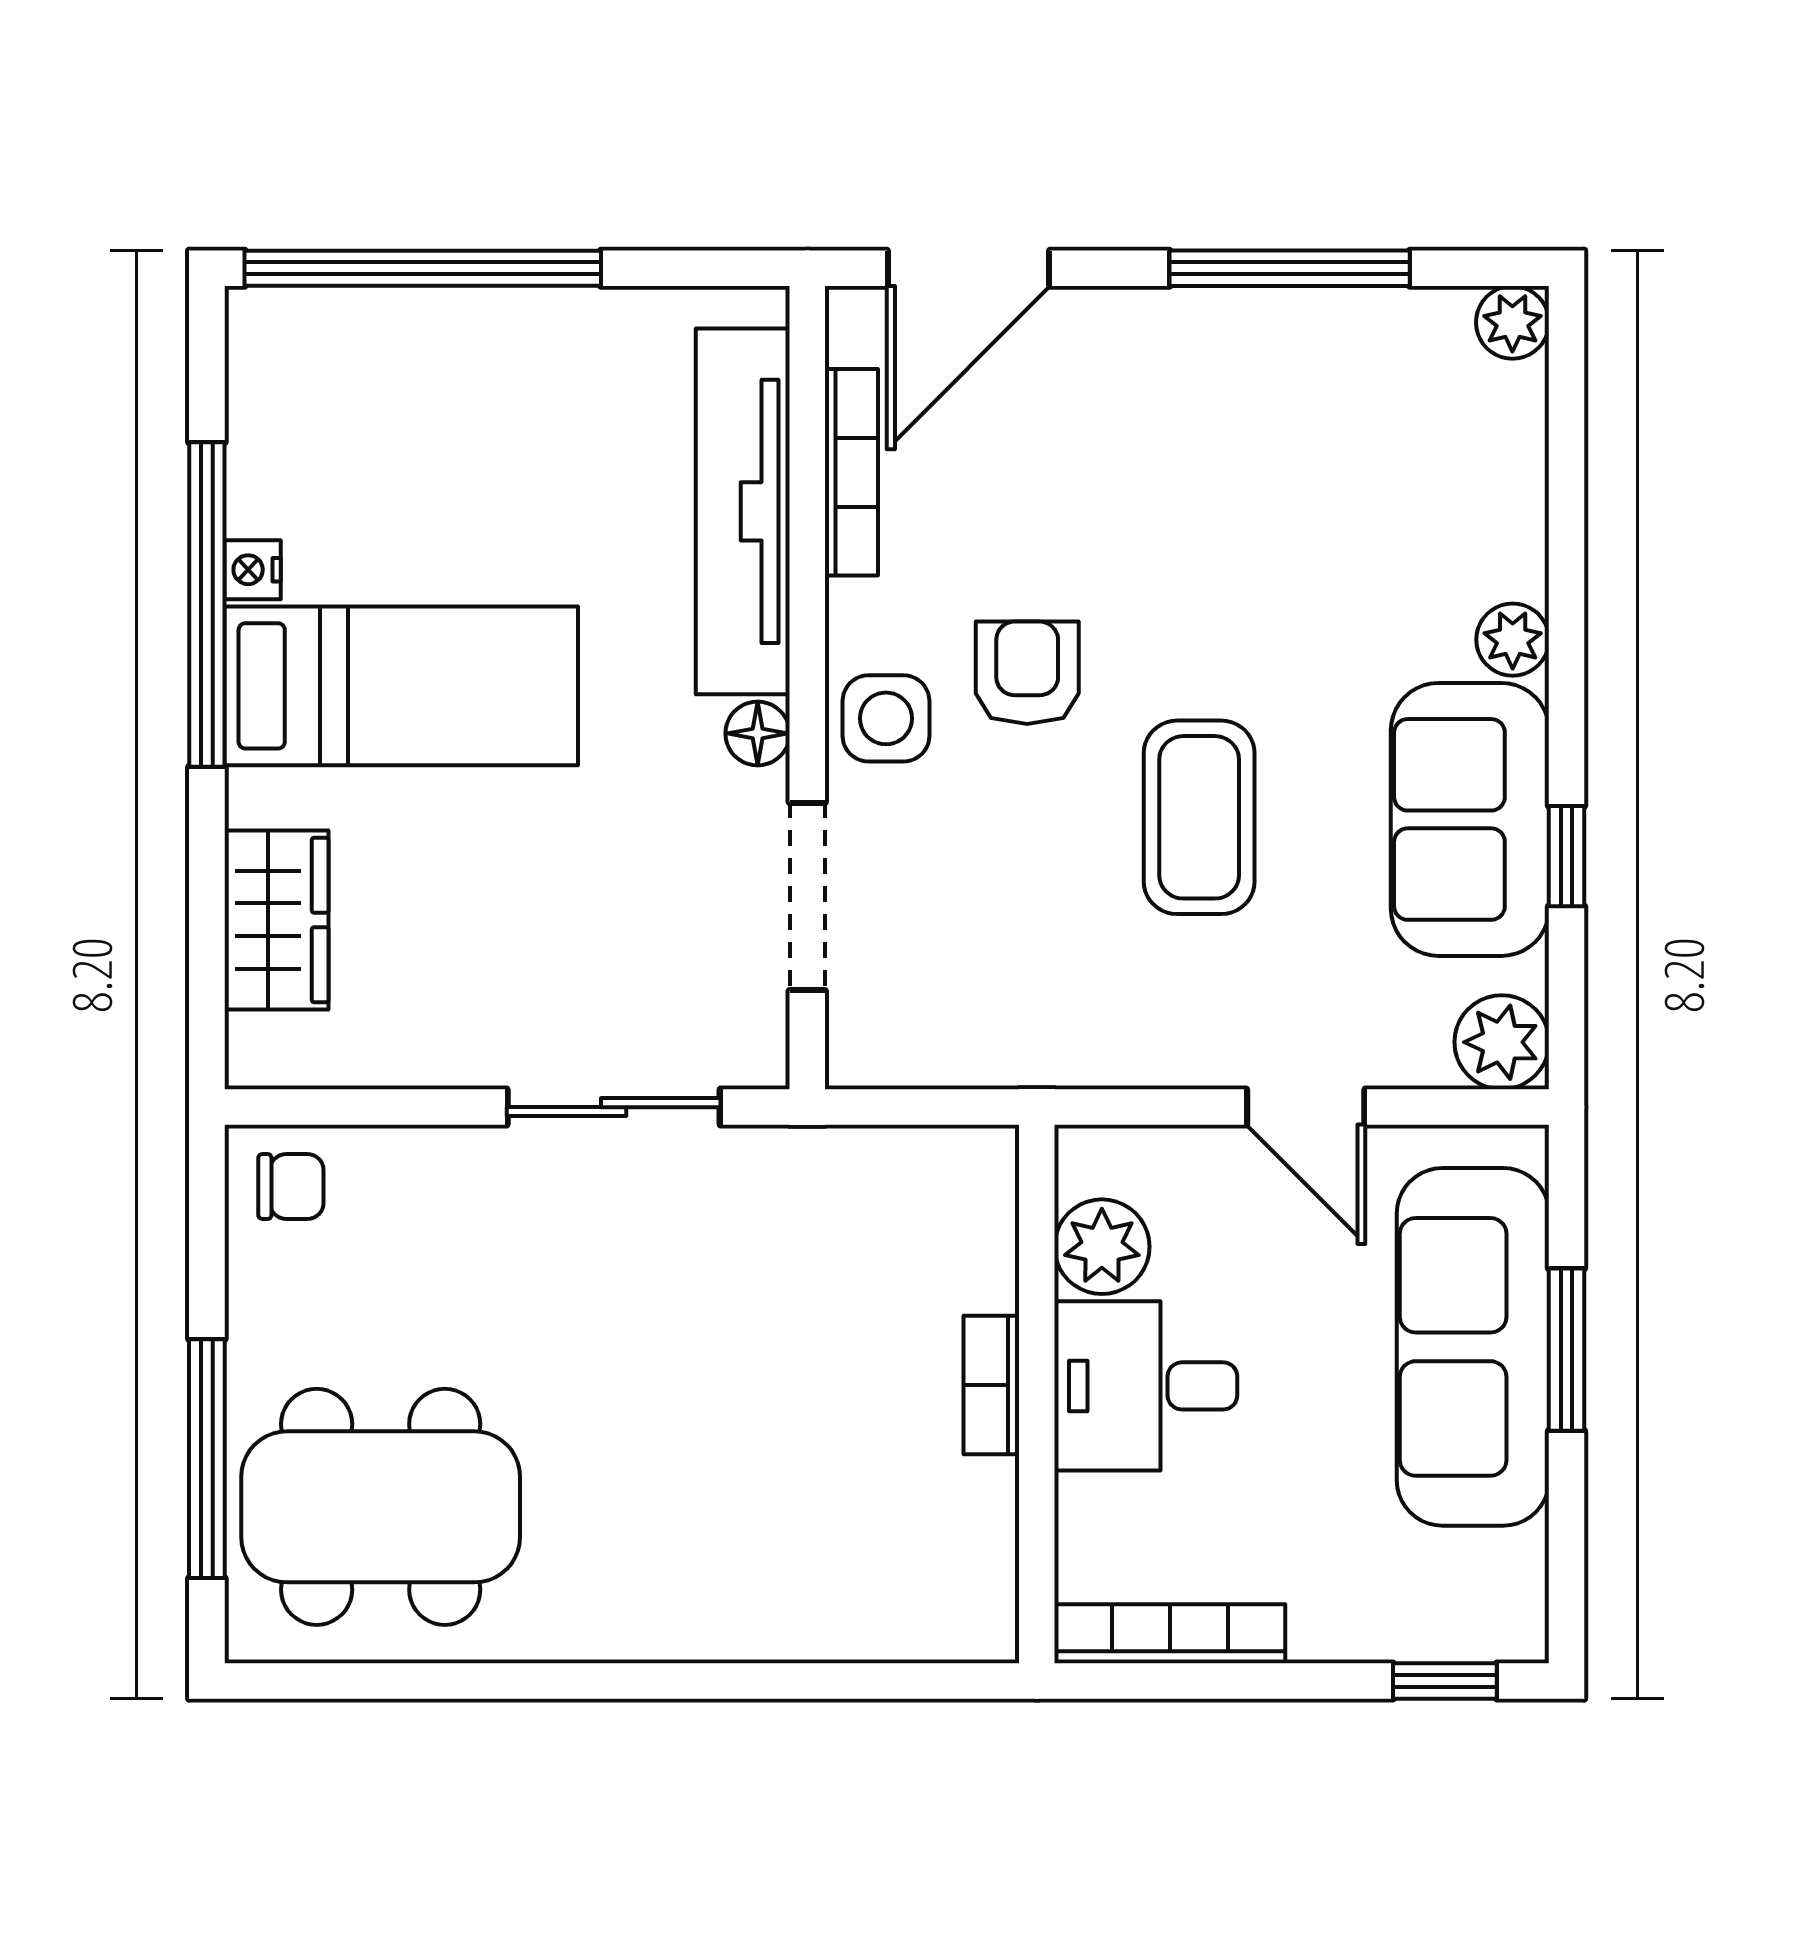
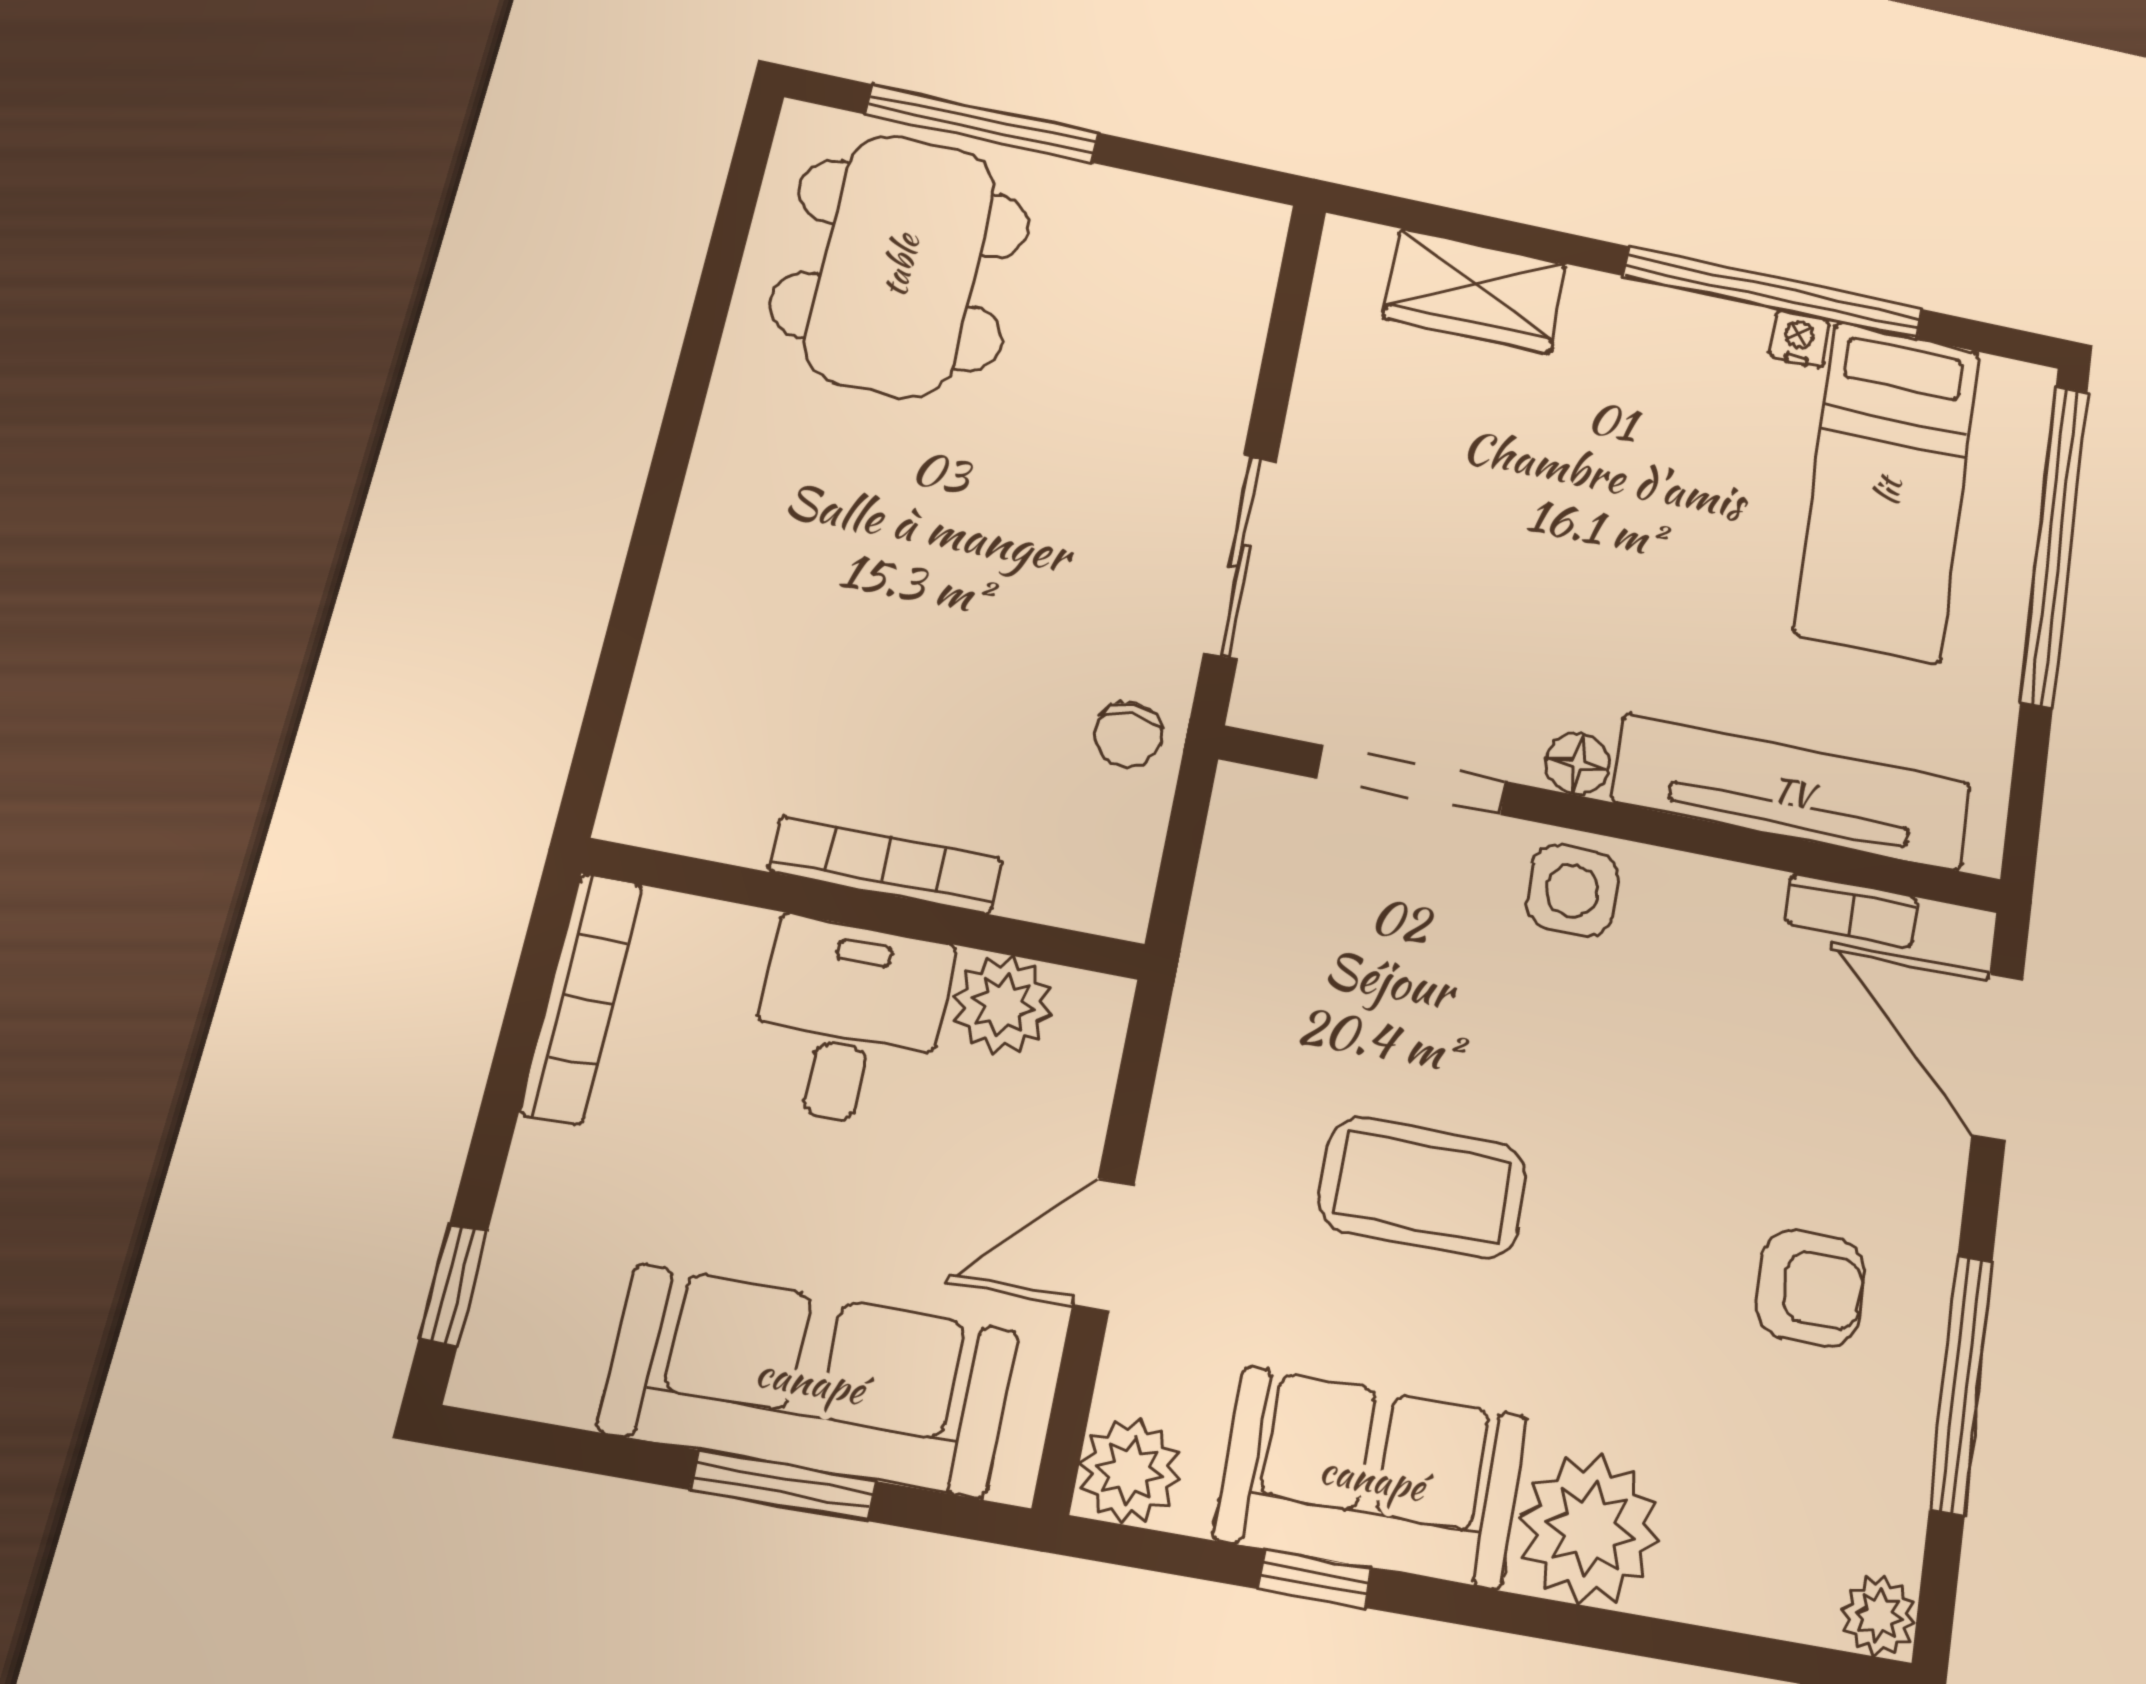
bookcase: (851, 472) -> (1851, 911), width x0.64
plant: (1513, 640) -> (1590, 1529), width x1.87, depth x1.87
armchair: (1027, 673) -> (1810, 1288), moved
bed: (401, 686) -> (1888, 491), moved
chair: (291, 1187) -> (1128, 735), moved
bookcase: (991, 1385) -> (885, 865), width x1.56

